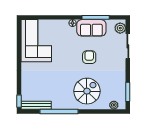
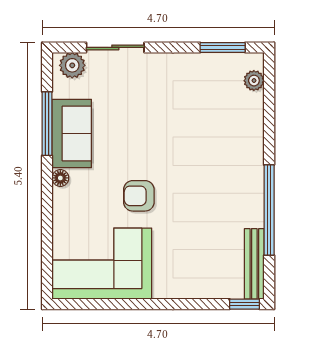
armchair: (89, 57) -> (139, 196), moved
spiral stairs: (87, 91) -> (221, 144), removed

